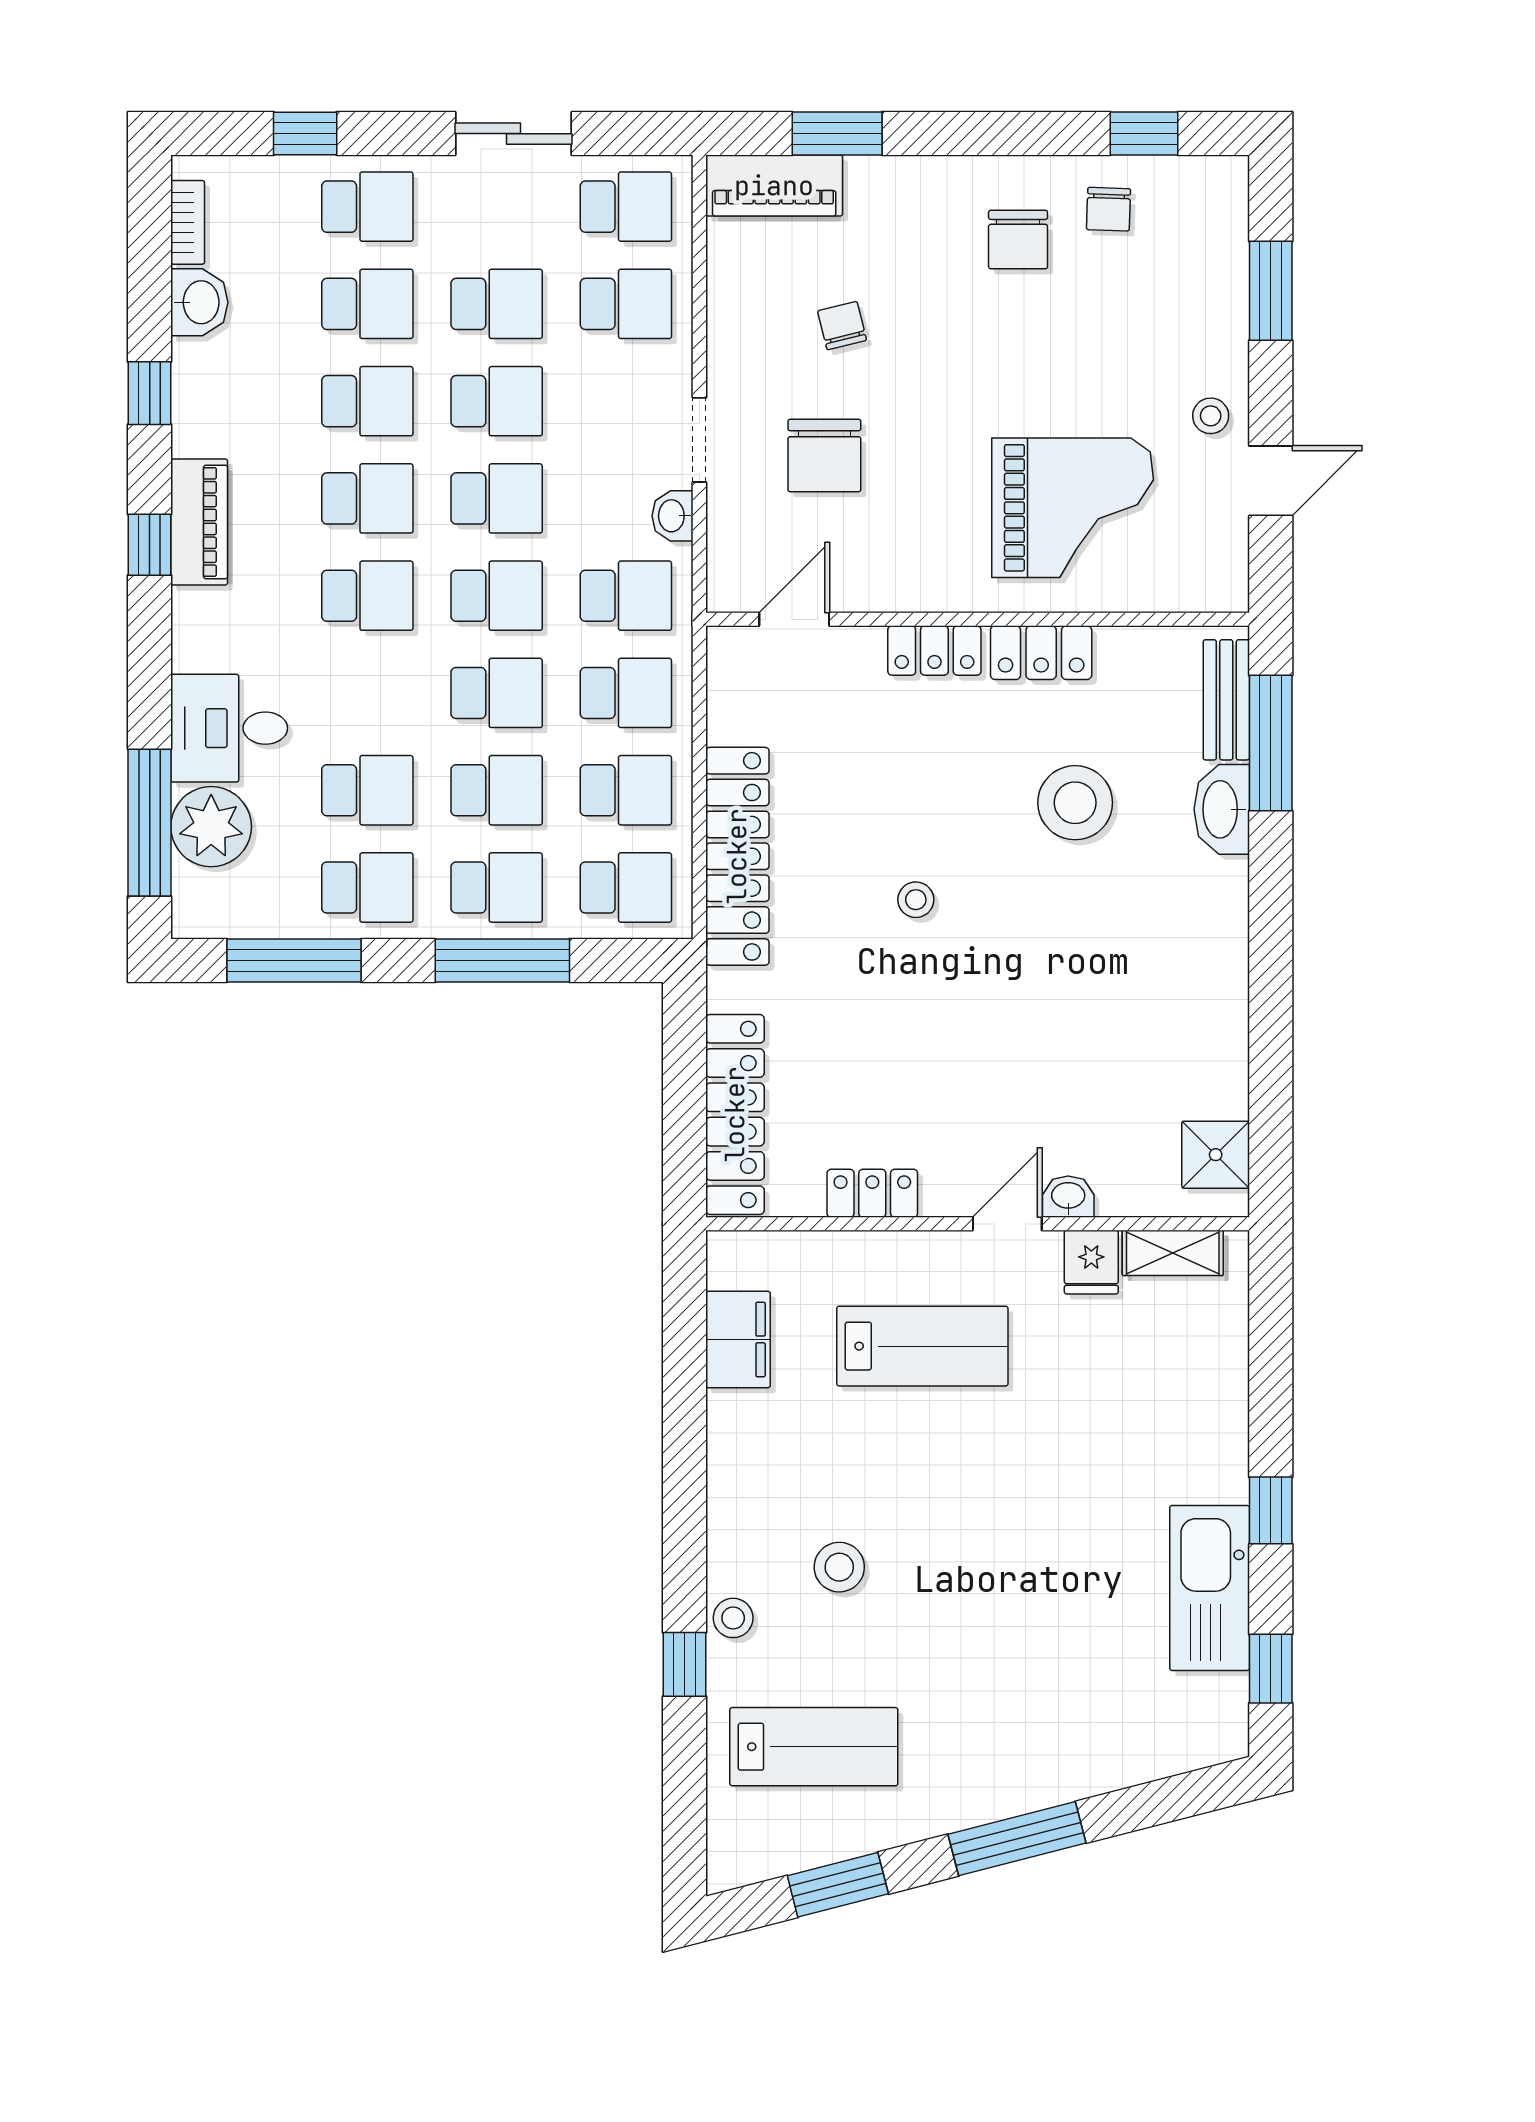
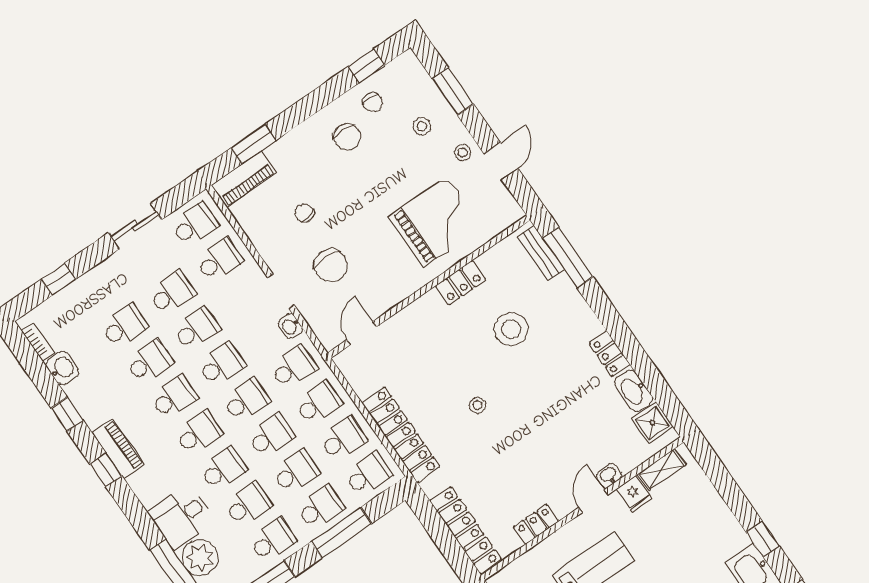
school desk: (367, 207) -> (223, 469), moved
stool: (1169, 315) -> (422, 126), added
locker: (934, 650) -> (609, 354), moved, turned 90
washbasin: (1222, 809) -> (634, 391), moved

